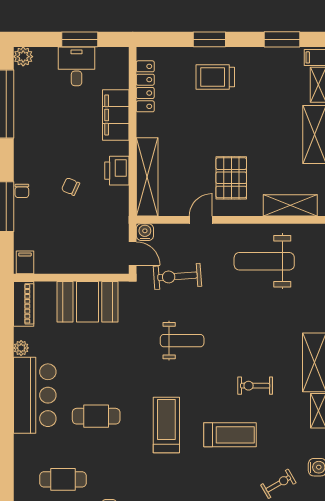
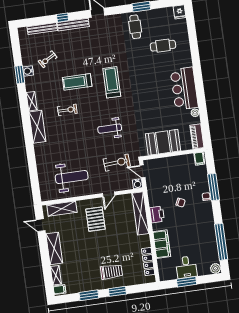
window: (282, 39) -> (89, 295), moved
cafe table: (96, 416) -> (150, 82), removed
treadmill: (166, 425) -> (112, 82), turned 180

